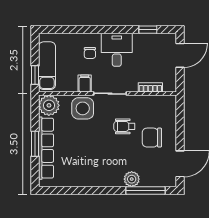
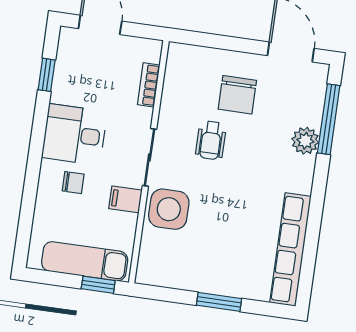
plant: (49, 105) -> (155, 268), removed
row of seats: (46, 148) -> (290, 250), moved, turned -90

